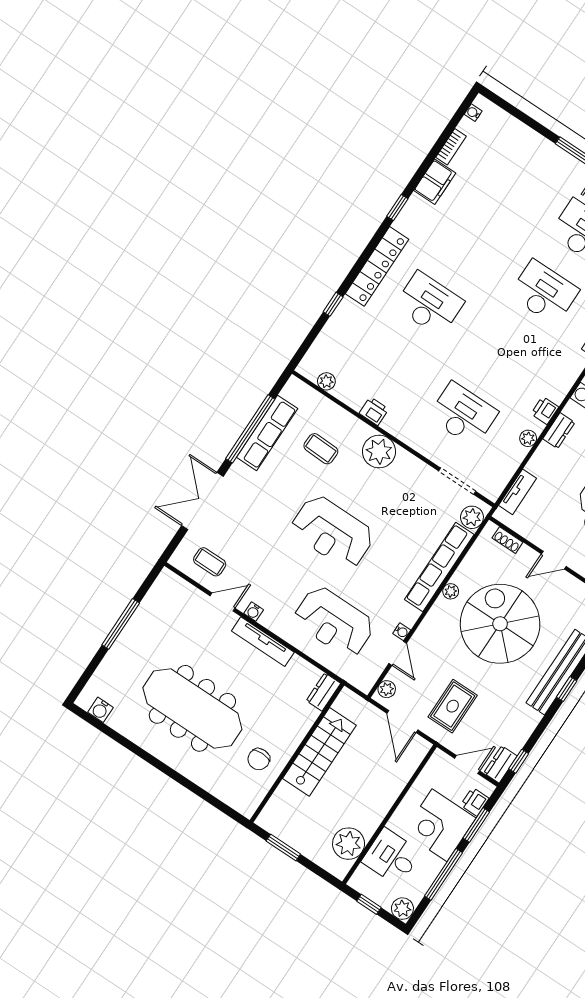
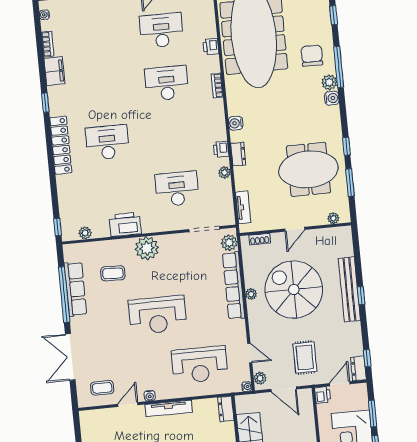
window: (333, 304) -> (58, 227), moved
printer: (374, 411) -> (125, 224), width x1.87, depth x1.48
water cooler: (402, 632) -> (247, 387), moved
printer: (475, 802) -> (323, 395), moved, turned 180

